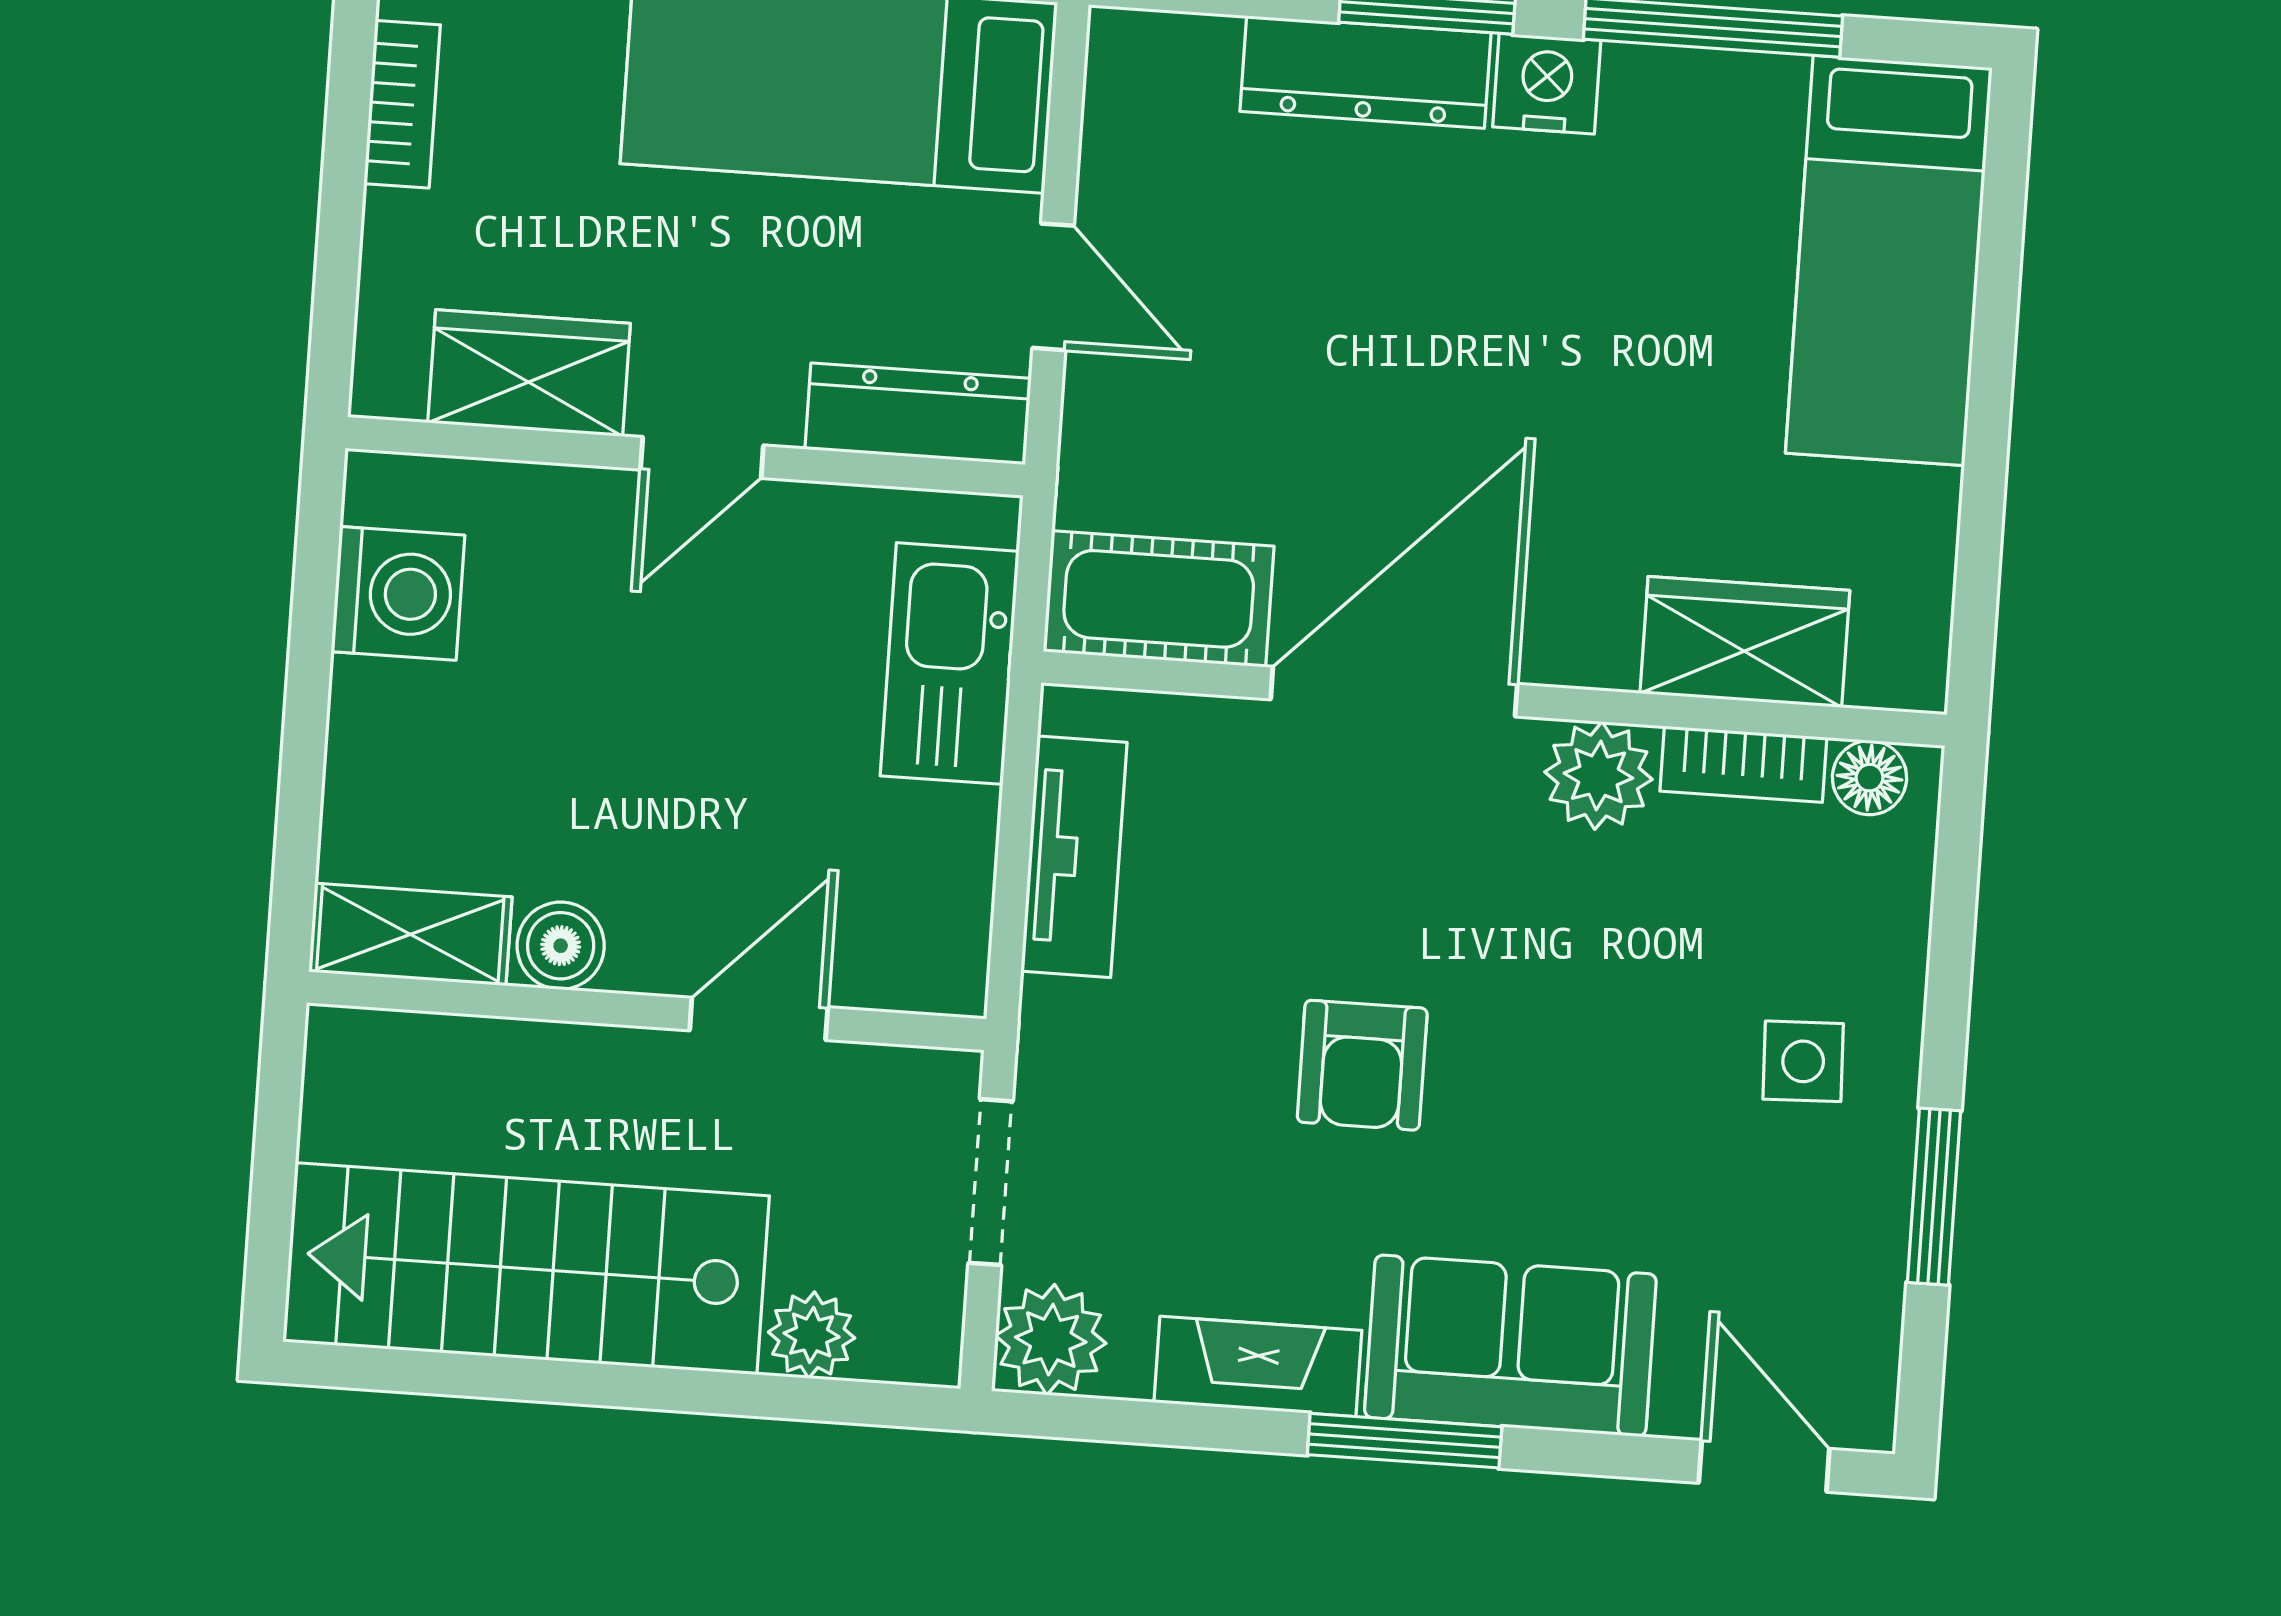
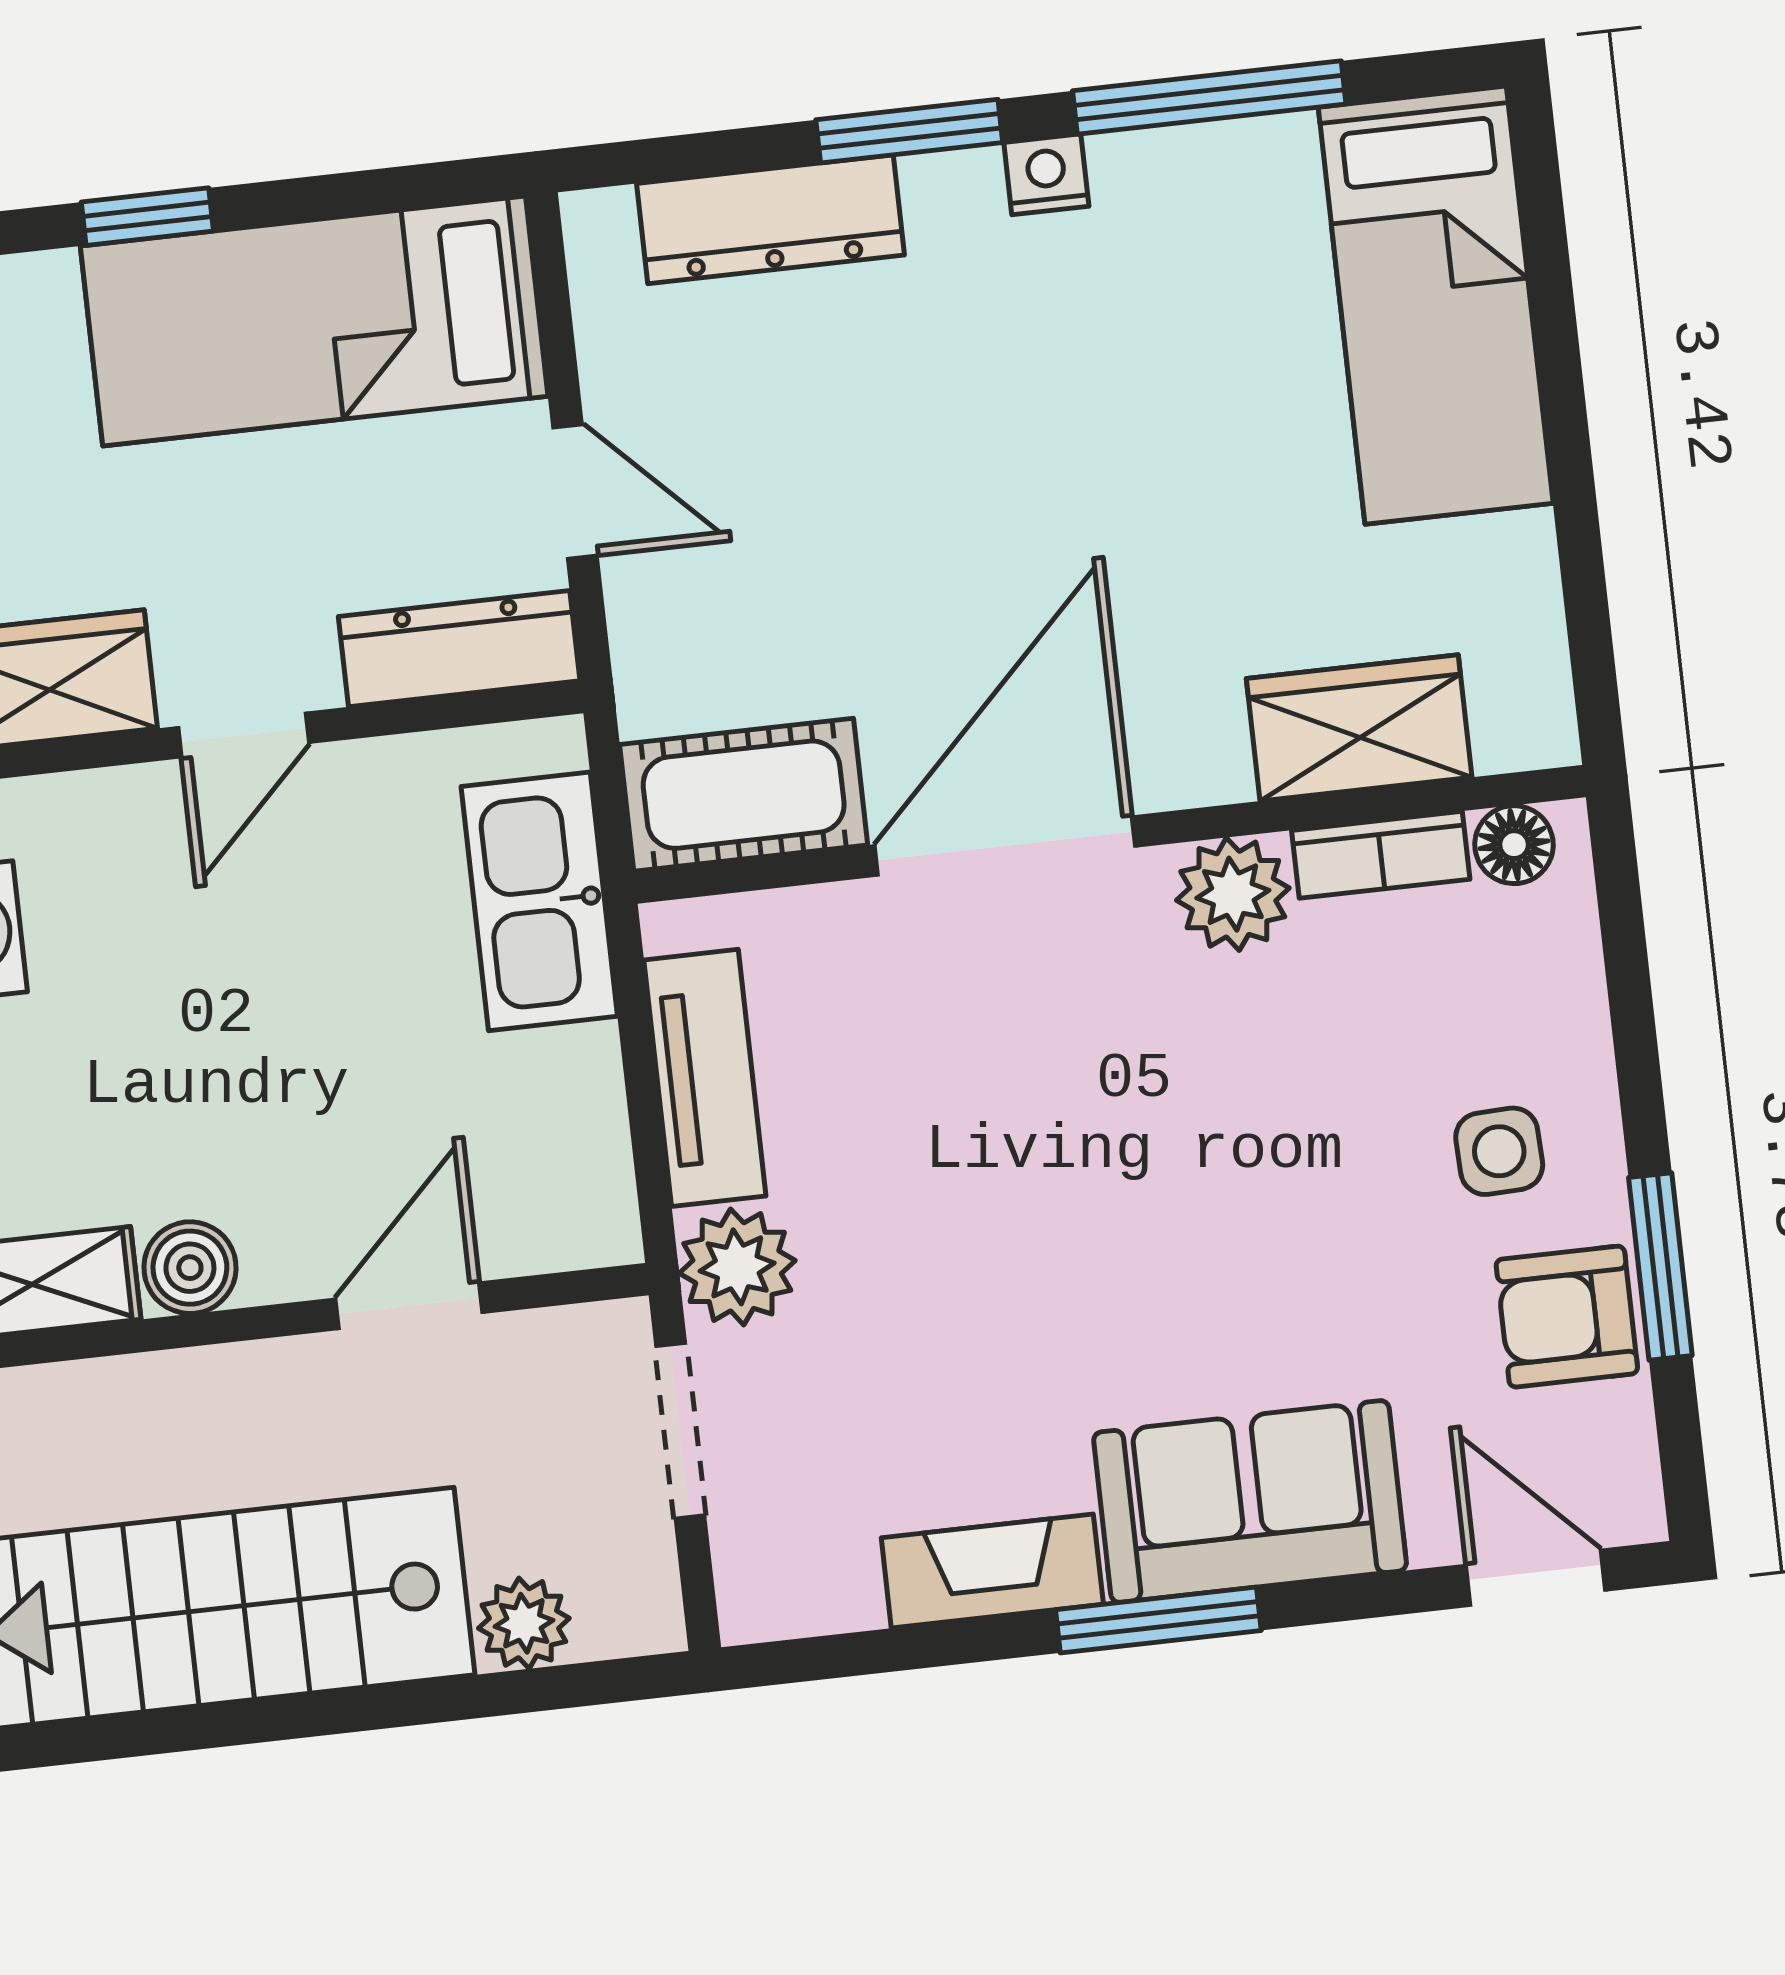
dresser: (1365, 72) -> (770, 219), moved
nightstand: (1547, 84) -> (1046, 174), width x0.72, depth x0.74
armchair: (1362, 1065) -> (1567, 1317), moved, turned 90
plant: (1051, 1340) -> (737, 1267), moved

